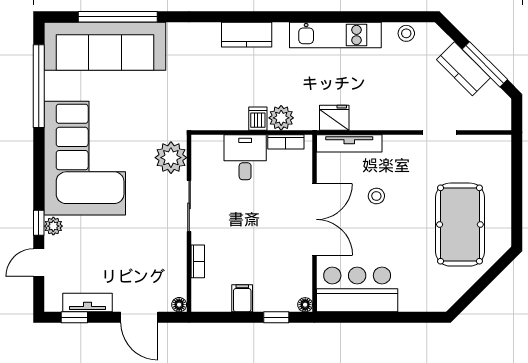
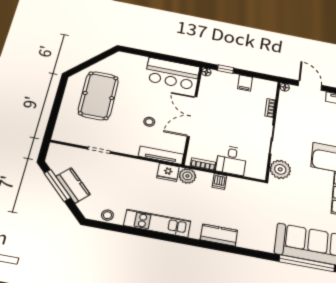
plant: (281, 118) -> (187, 176), moved

